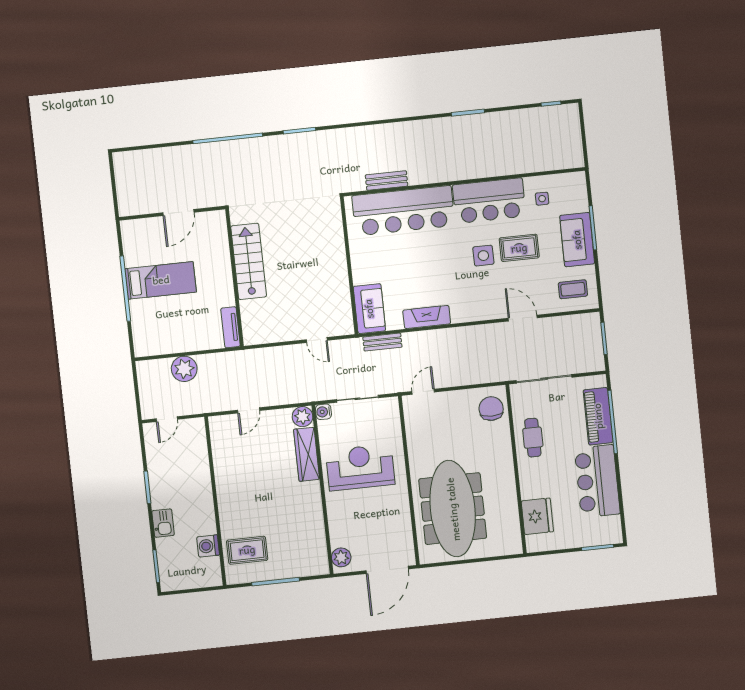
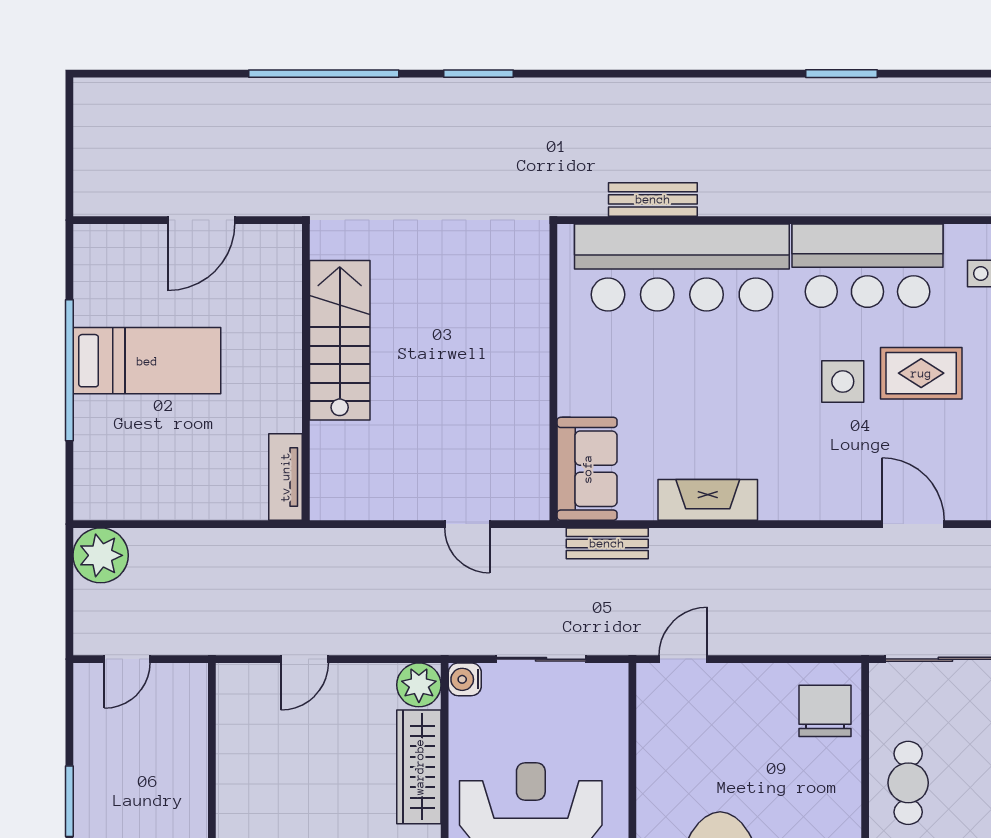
plant: (184, 369) -> (101, 555), moved

